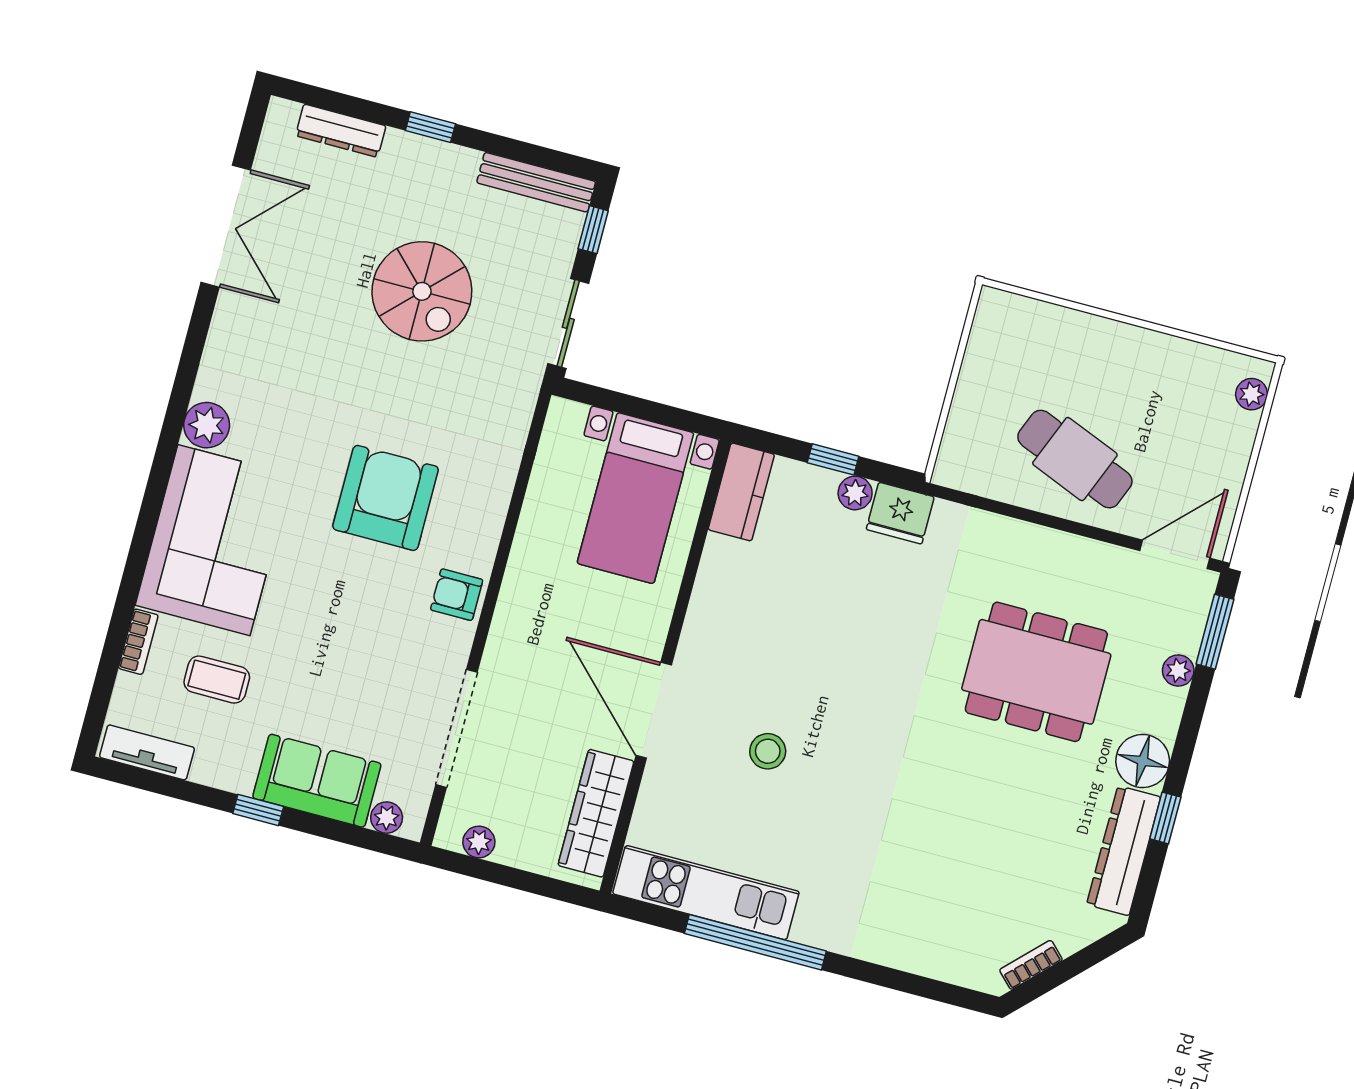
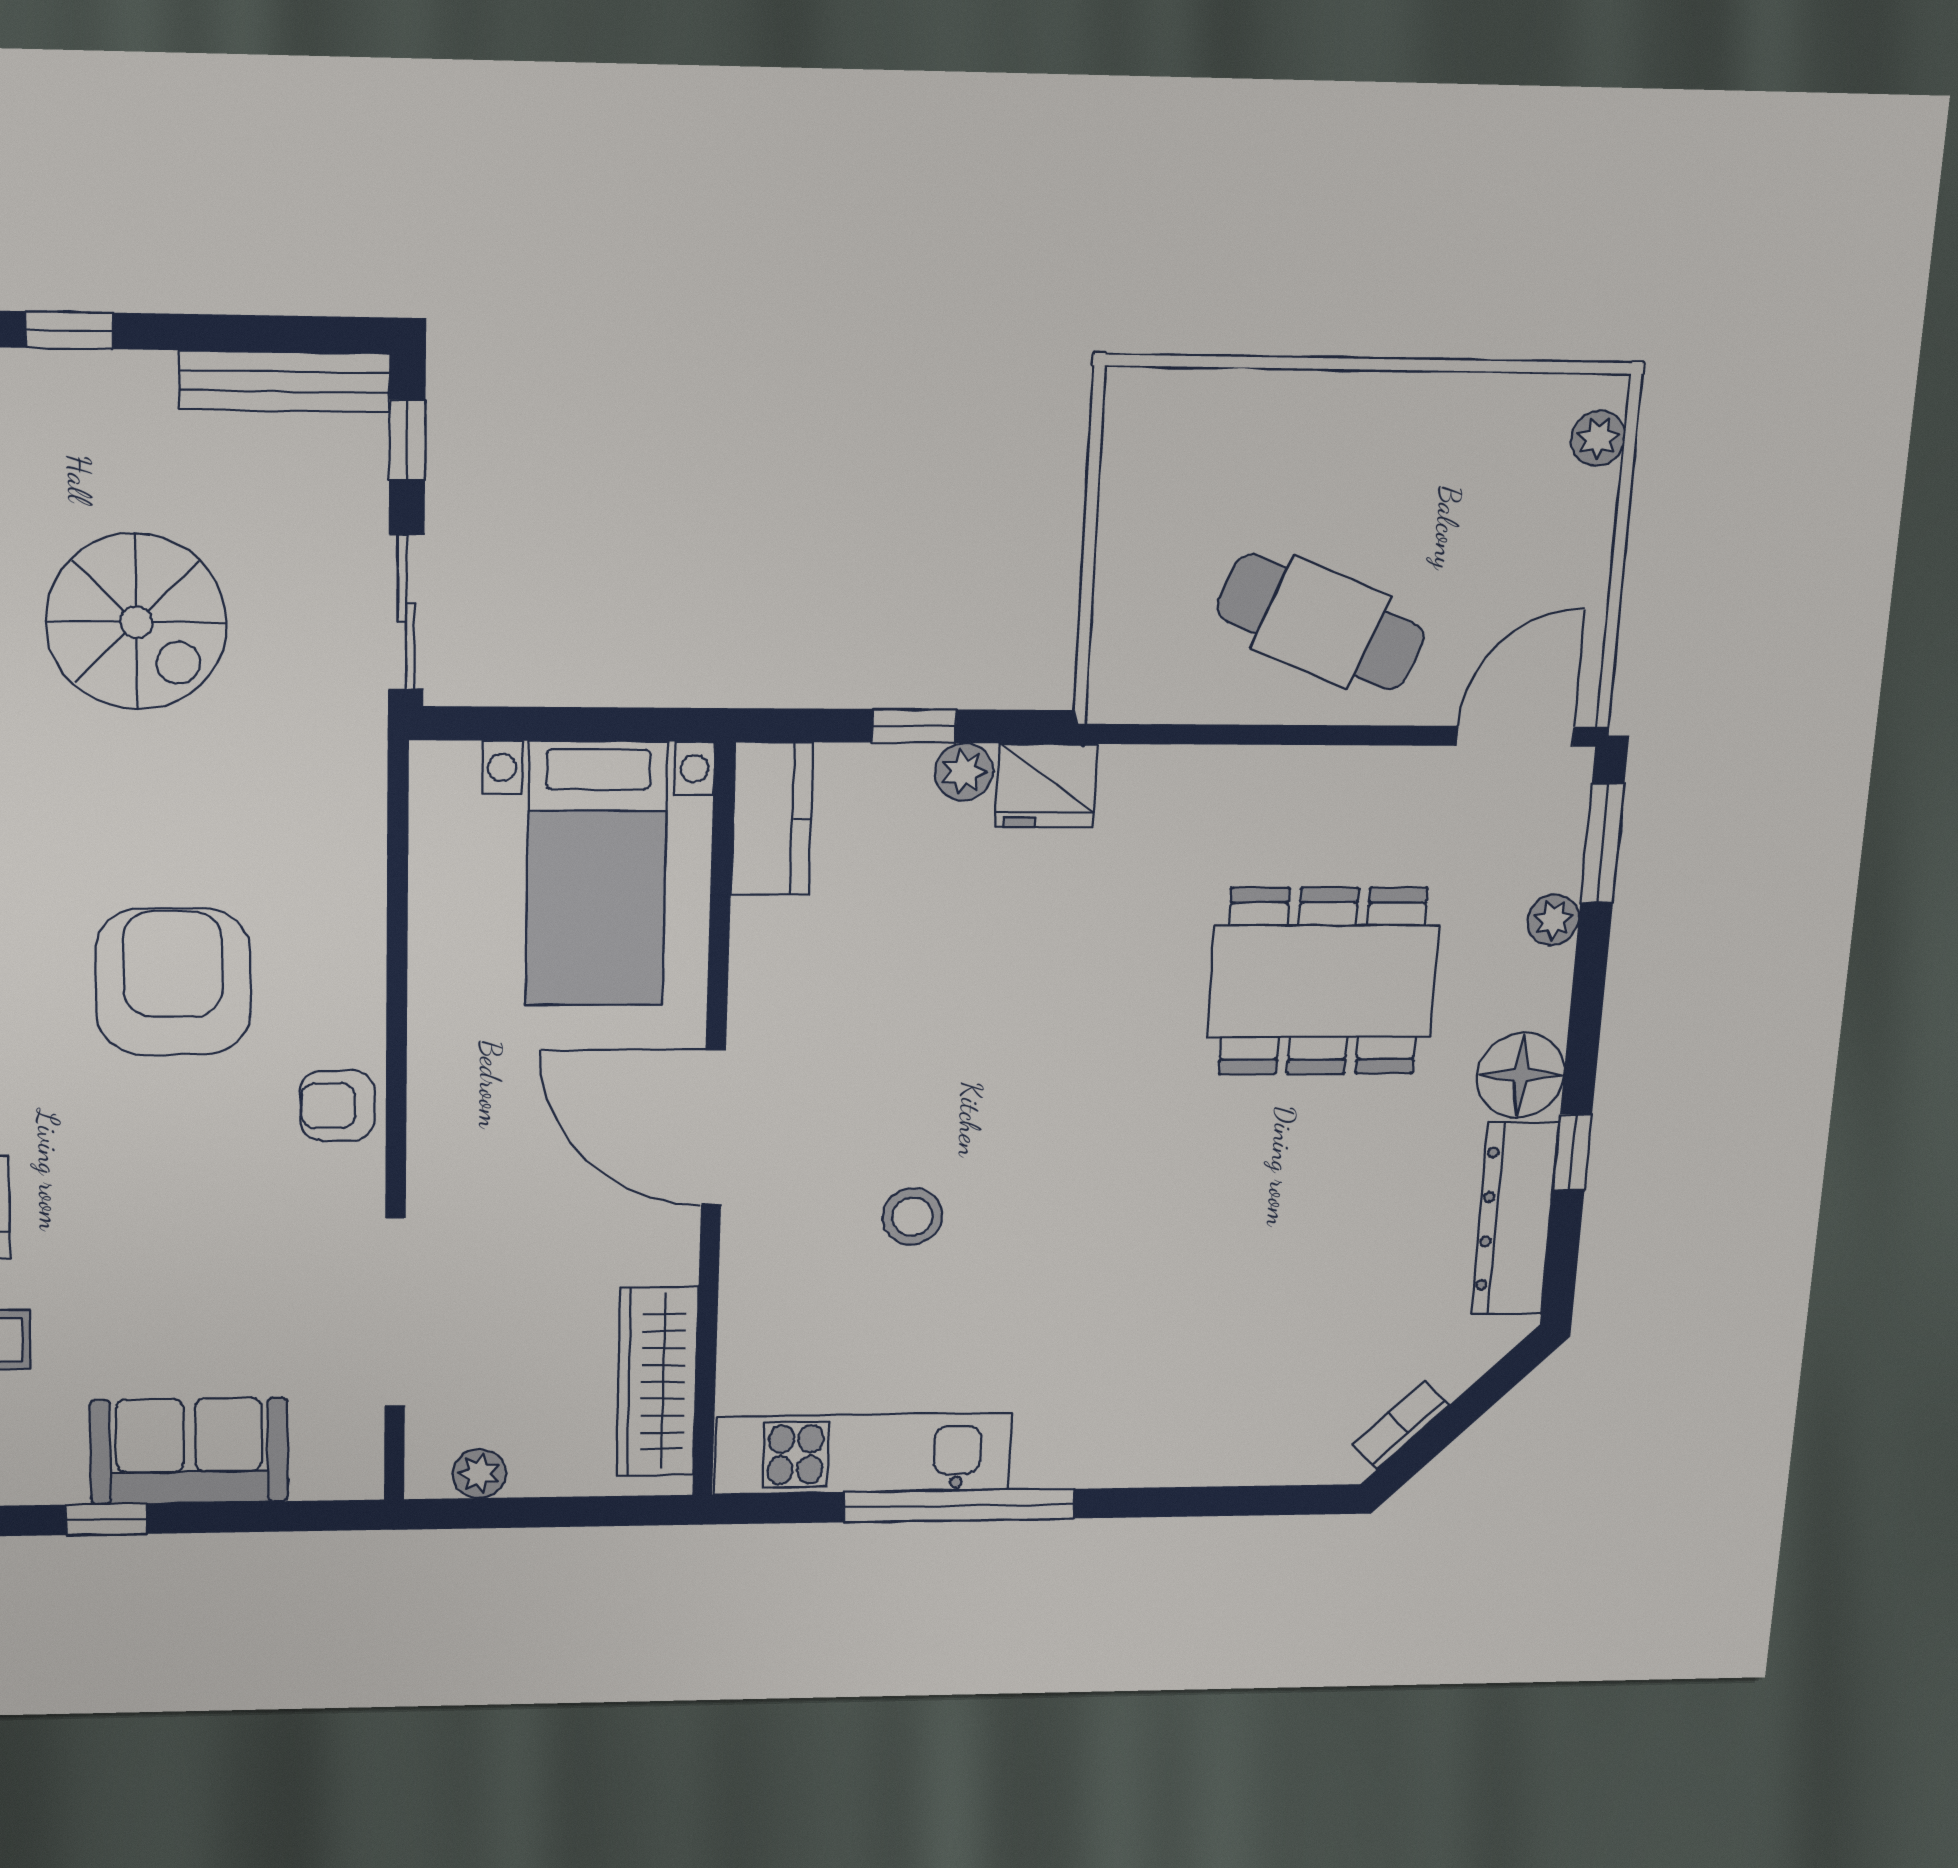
door: (654, 710) -> (713, 1128), moved
plant: (387, 818) -> (319, 1476), removed

